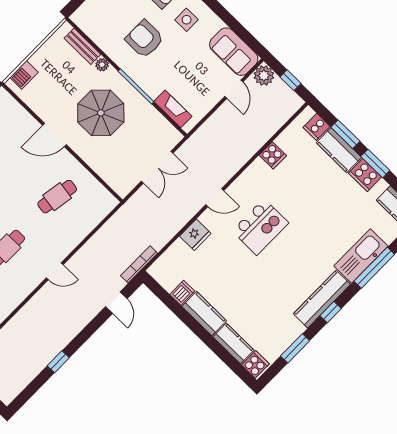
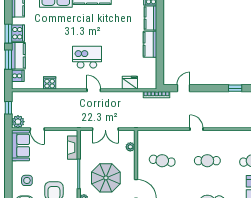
door: (234, 89) -> (37, 129), swing flipped
double door: (157, 167) -> (105, 129), swing flipped
plant: (109, 176) -> (130, 147), added
fridge: (195, 235) -> (130, 83), moved
dishwasher: (182, 293) -> (150, 63), removed

